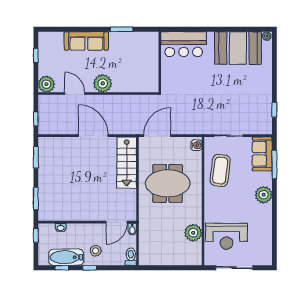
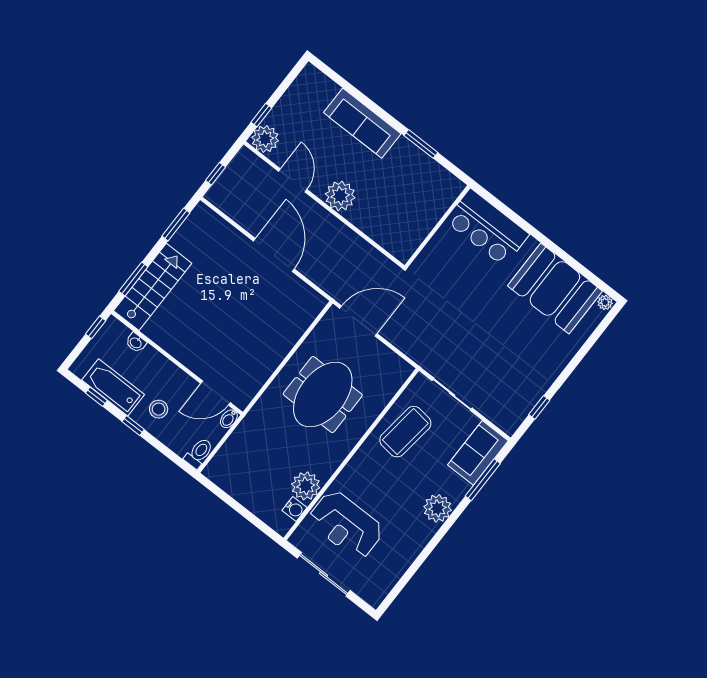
window: (36, 55) -> (261, 115), moved
water cooler: (196, 145) -> (295, 509), moved
stairs: (127, 163) -> (153, 287), moved, turned 180
meeting table: (168, 183) -> (323, 395), turned 90

